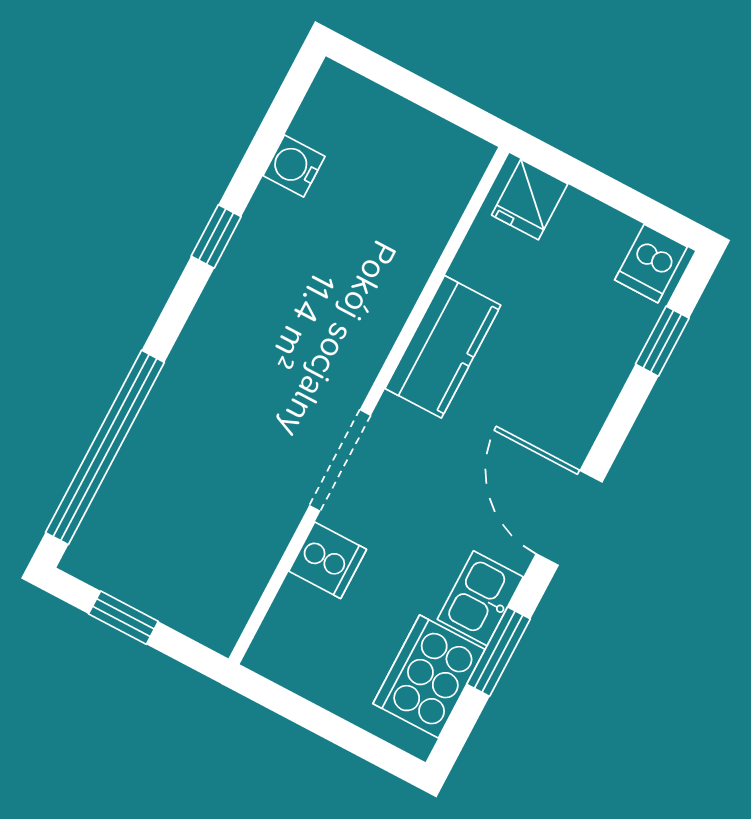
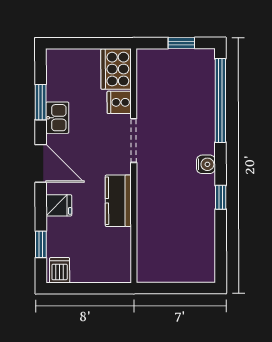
water cooler: (294, 166) -> (206, 164), moved
fridge: (530, 199) -> (59, 205), moved, turned 90
cooker: (429, 677) -> (116, 69), moved, turned 180

